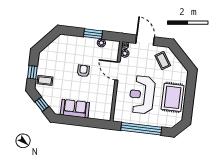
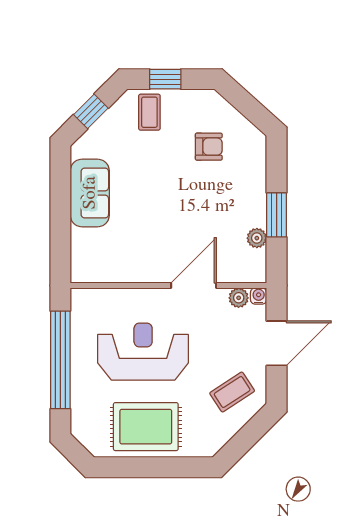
armchair: (83, 71) -> (209, 147), moved

